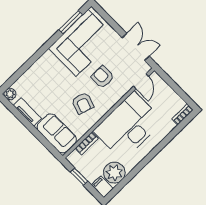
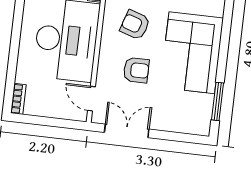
corner sofa: (82, 43) -> (192, 53), moved
double door: (136, 47) -> (127, 131), swing flipped

